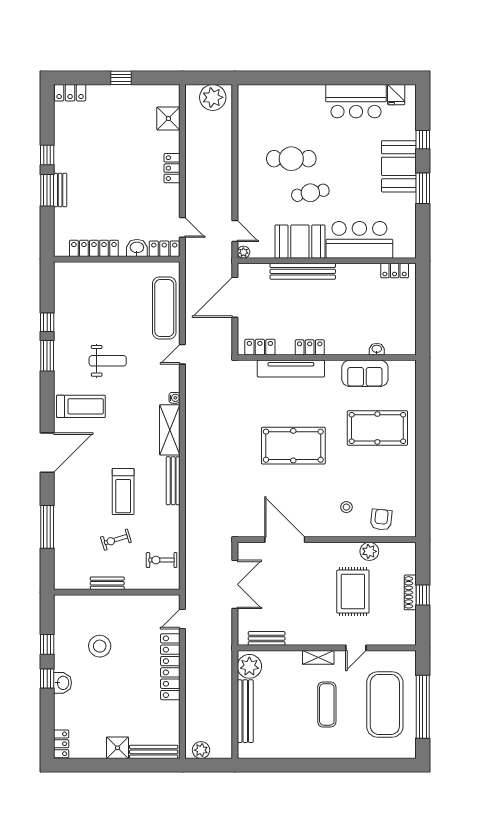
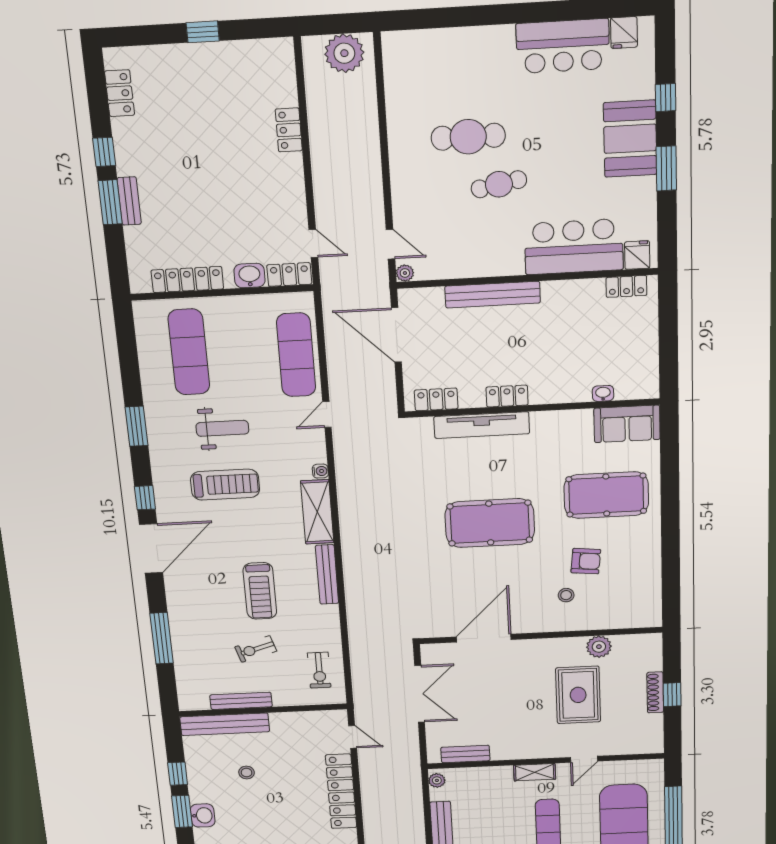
locker: (70, 93) -> (120, 93), moved, turned -90
shower: (168, 119) -> (280, 88), removed
locker: (172, 168) -> (289, 130), moved
booth: (300, 242) -> (487, 254), removed
fridge: (402, 248) -> (637, 255), added
door: (235, 297) -> (396, 335), hinge flipped
exercise mat: (90, 302) -> (189, 352), added
window: (47, 322) -> (145, 498), moved
sofa: (365, 373) -> (627, 424), moved
treadmill: (81, 406) -> (225, 485), moved
armchair: (381, 520) -> (586, 561), moved, turned 90
door: (285, 540) -> (484, 638), hinge flipped
exercise bike: (162, 560) -> (319, 670), turned -90
bench: (107, 583) -> (241, 701), width x1.36
bench: (87, 603) -> (225, 724), added
door: (182, 619) -> (353, 737), swing flipped
stool: (100, 646) -> (247, 773), width x0.53, depth x0.53
plant: (249, 666) -> (437, 780), width x0.53, depth x0.53
window: (47, 678) -> (182, 812), width x1.50

